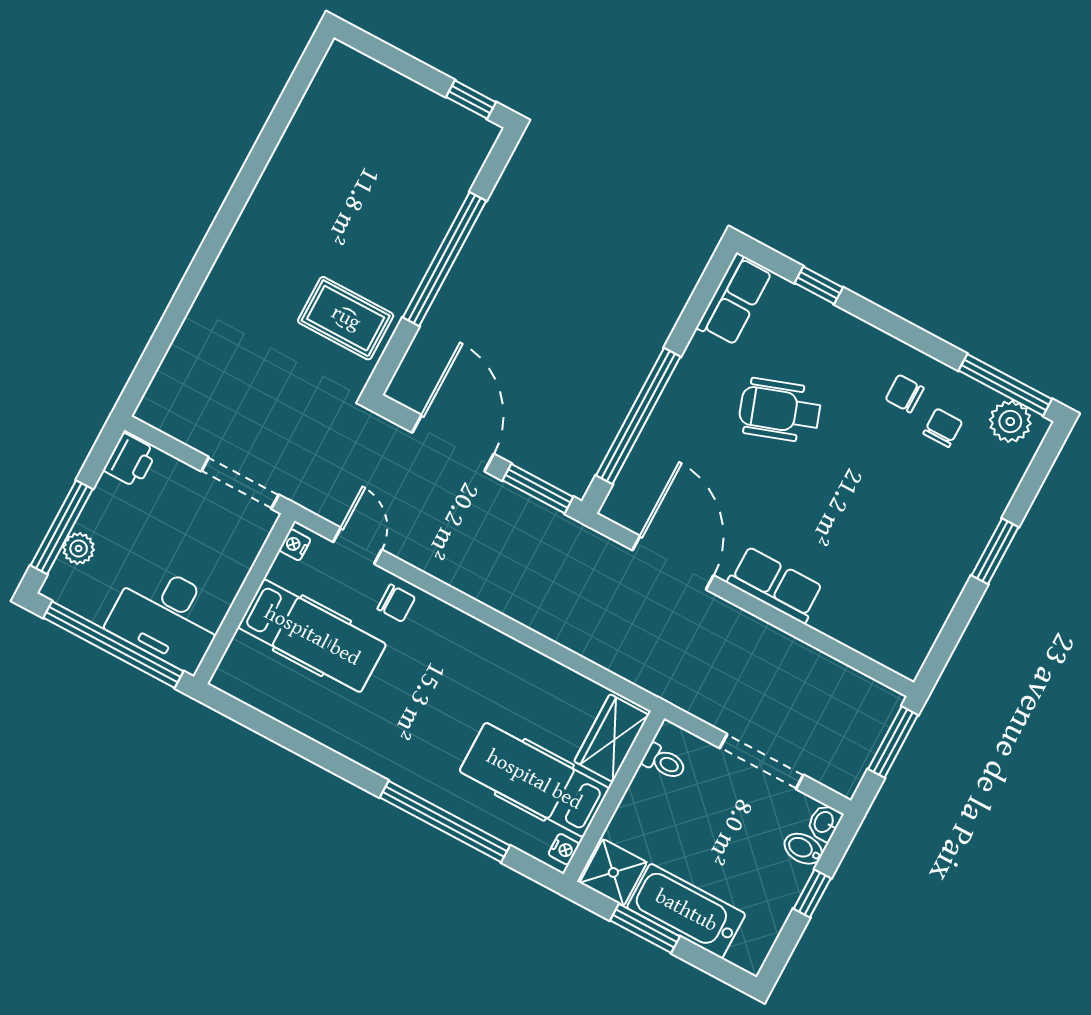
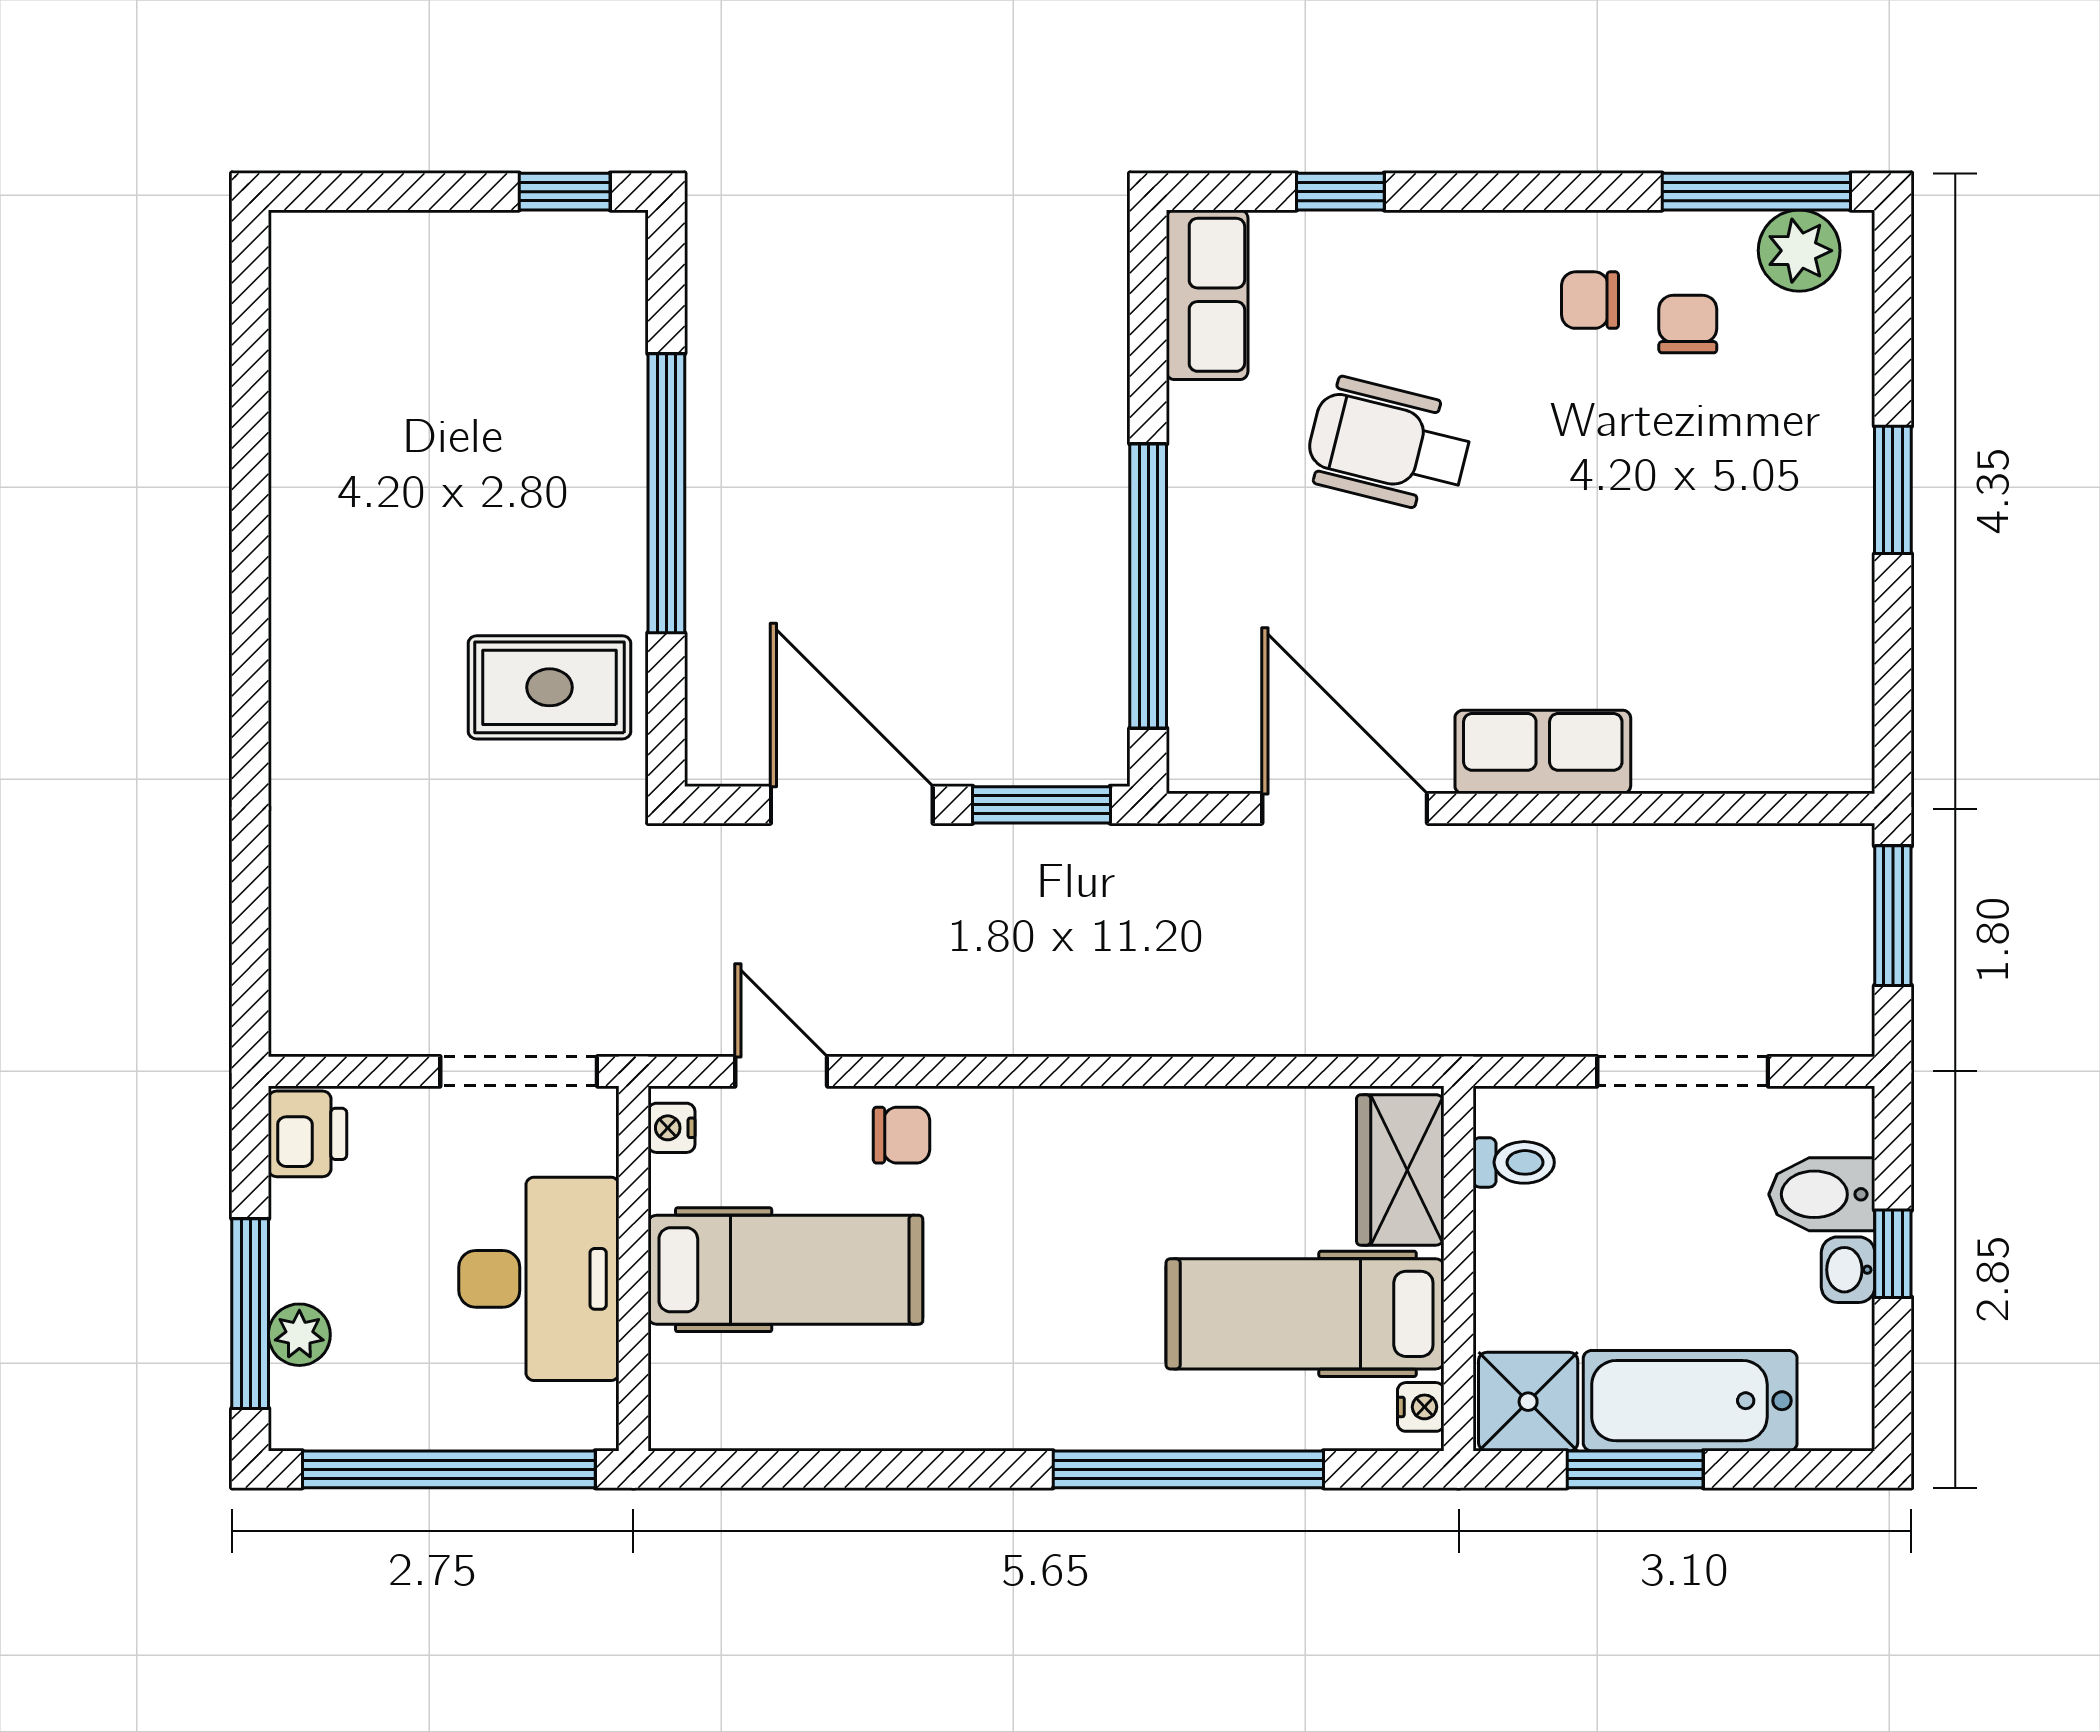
wheelchair: (780, 410) -> (1389, 445), turned 33
desk: (167, 617) -> (539, 1279), moved, turned -90
washbasin: (824, 822) -> (1848, 1270), moved
bidet: (803, 849) -> (1822, 1194), width x1.38, depth x1.36

